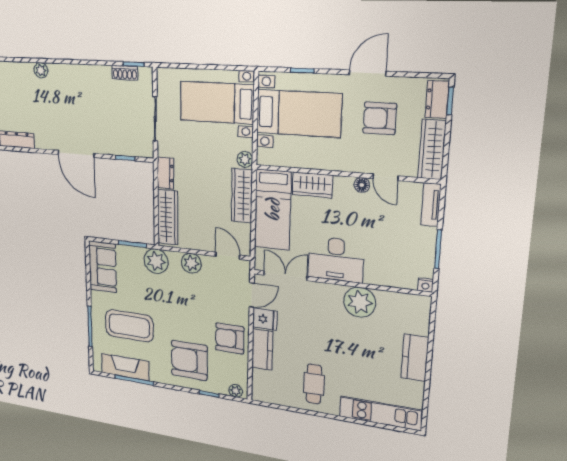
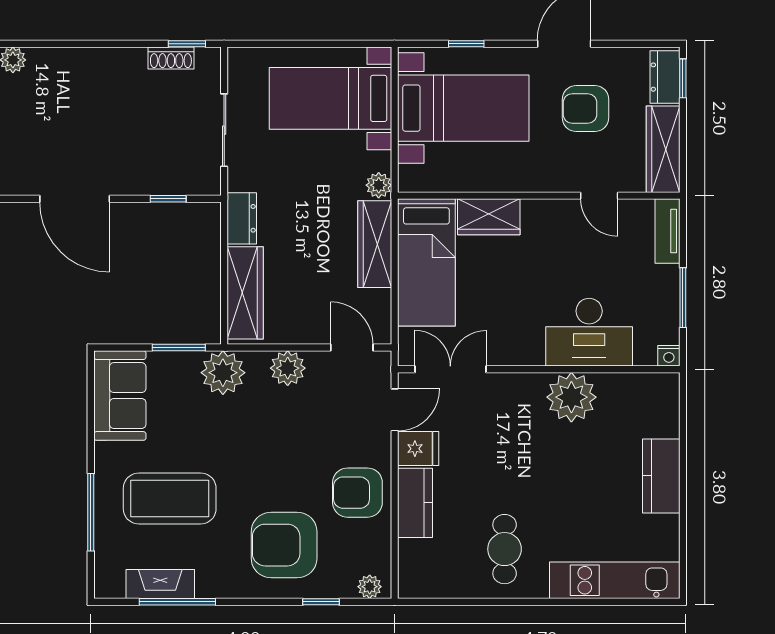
floor lamp: (362, 185) -> (565, 210), removed
desk: (336, 259) -> (589, 332), moved
fireplace: (125, 367) -> (160, 584), width x0.73, depth x0.76

